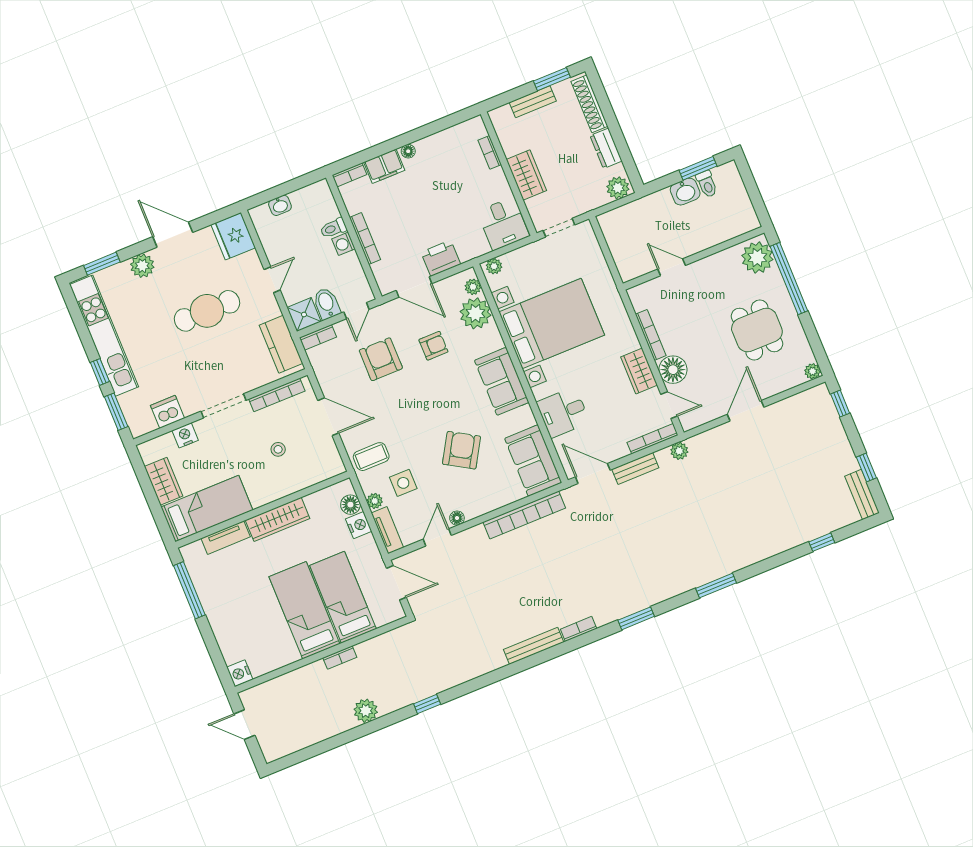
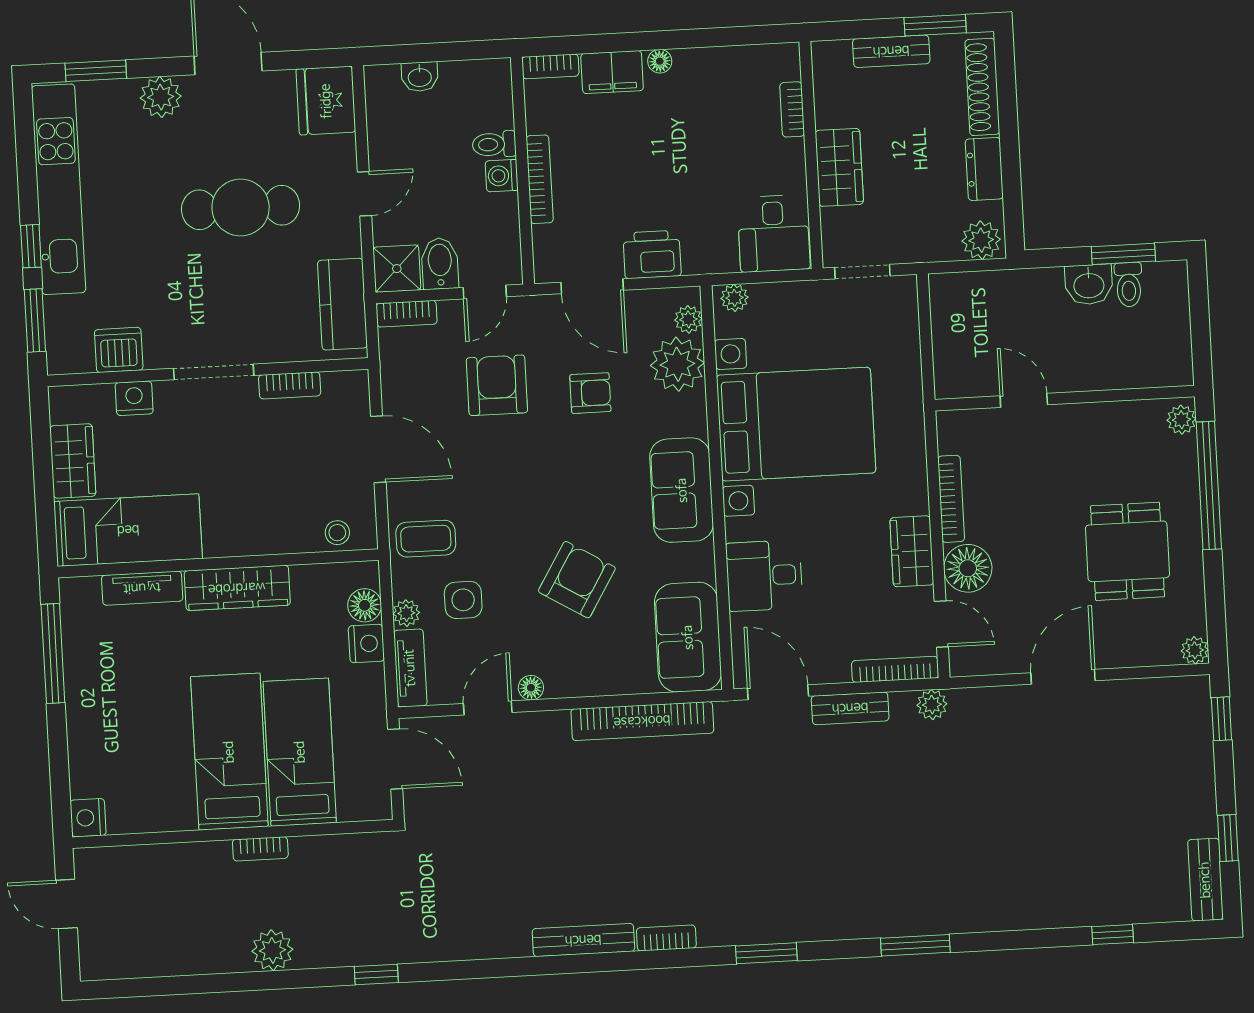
plant: (757, 258) -> (1181, 420), width x0.53, depth x0.53
bookcase: (277, 395) -> (290, 385), width x0.64
stool: (278, 449) -> (337, 533), moved

